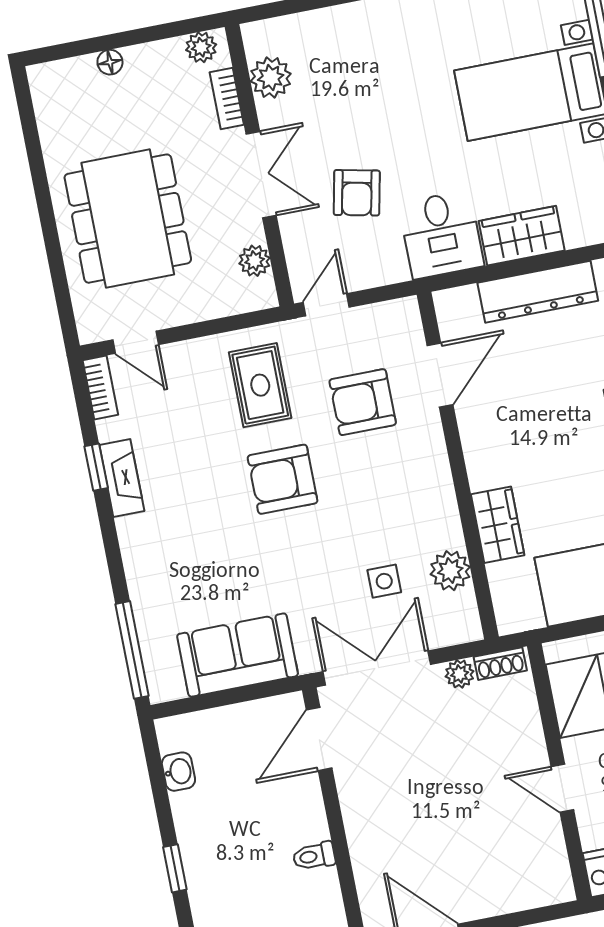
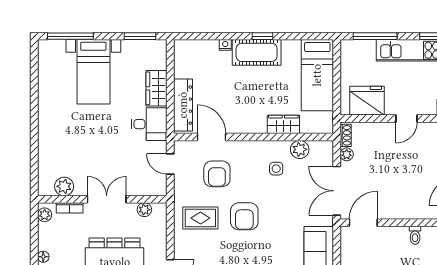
armchair: (357, 193) -> (123, 158), removed
dresser: (538, 292) -> (183, 105), moved
door: (326, 305) -> (170, 164), moved
side table: (384, 581) -> (276, 169), moved
door: (319, 739) -> (363, 223), swing flipped

